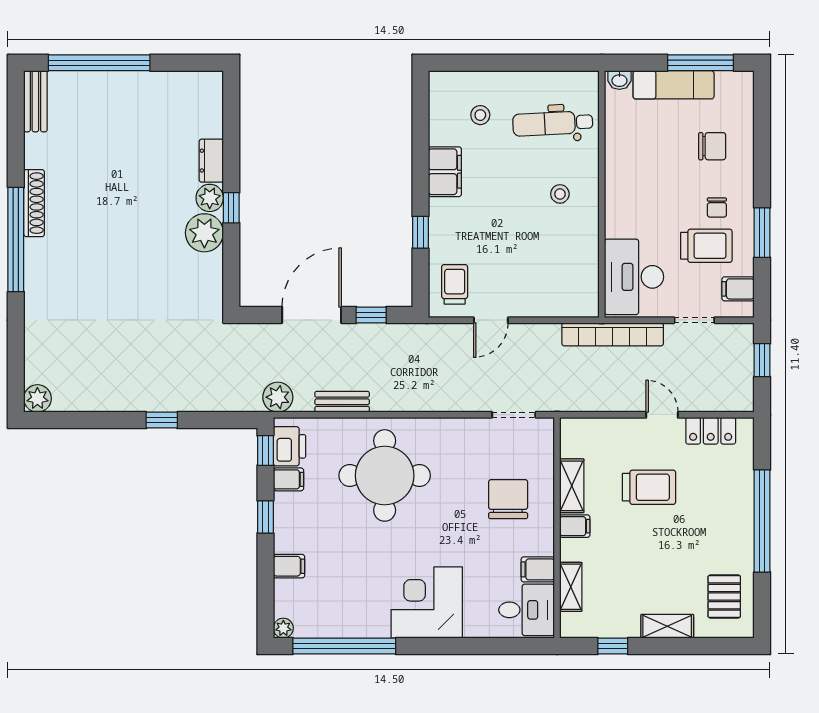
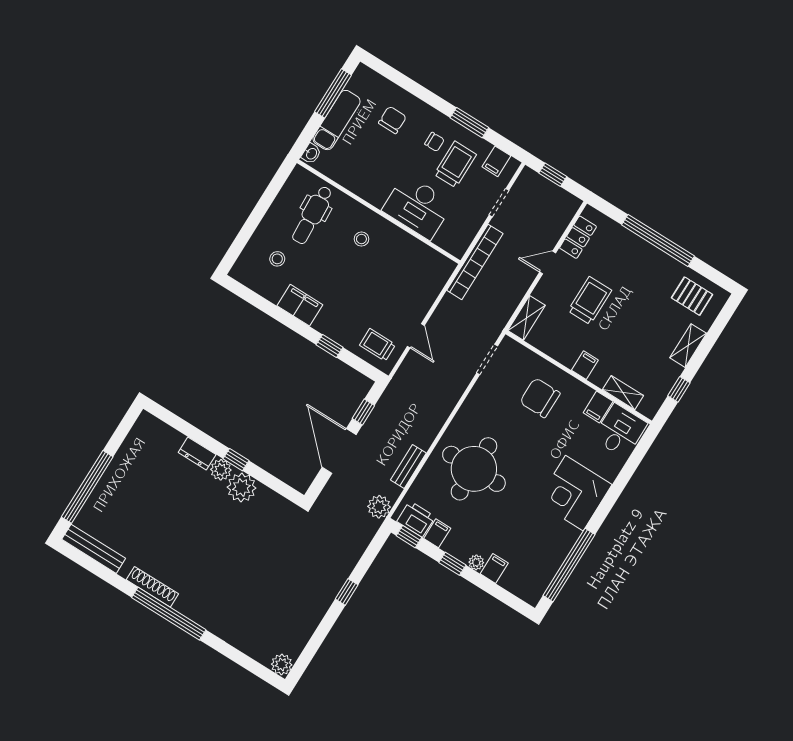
bench: (35, 101) -> (94, 549), width x1.36
desk: (634, 277) -> (418, 207), moved
shelving: (572, 486) -> (526, 318), moved, turned 90
plant: (283, 628) -> (476, 562), moved

